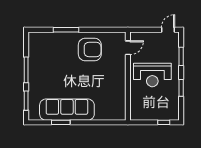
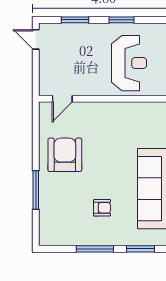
door: (128, 48) -> (62, 99), swing flipped
armchair: (54, 75) -> (102, 208), added
reception desk: (152, 75) -> (129, 63), moved

